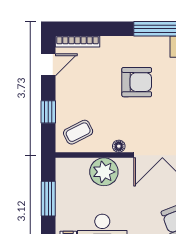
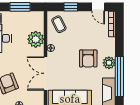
plant: (144, 46) -> (109, 63), added

